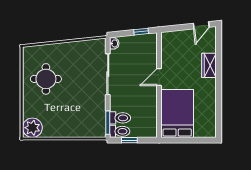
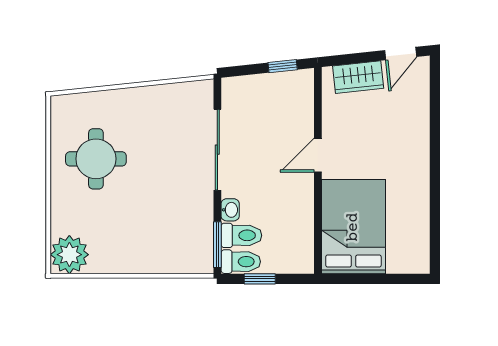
washbasin: (114, 43) -> (230, 210), moved
wardrobe: (209, 65) -> (358, 77), moved, turned -96

